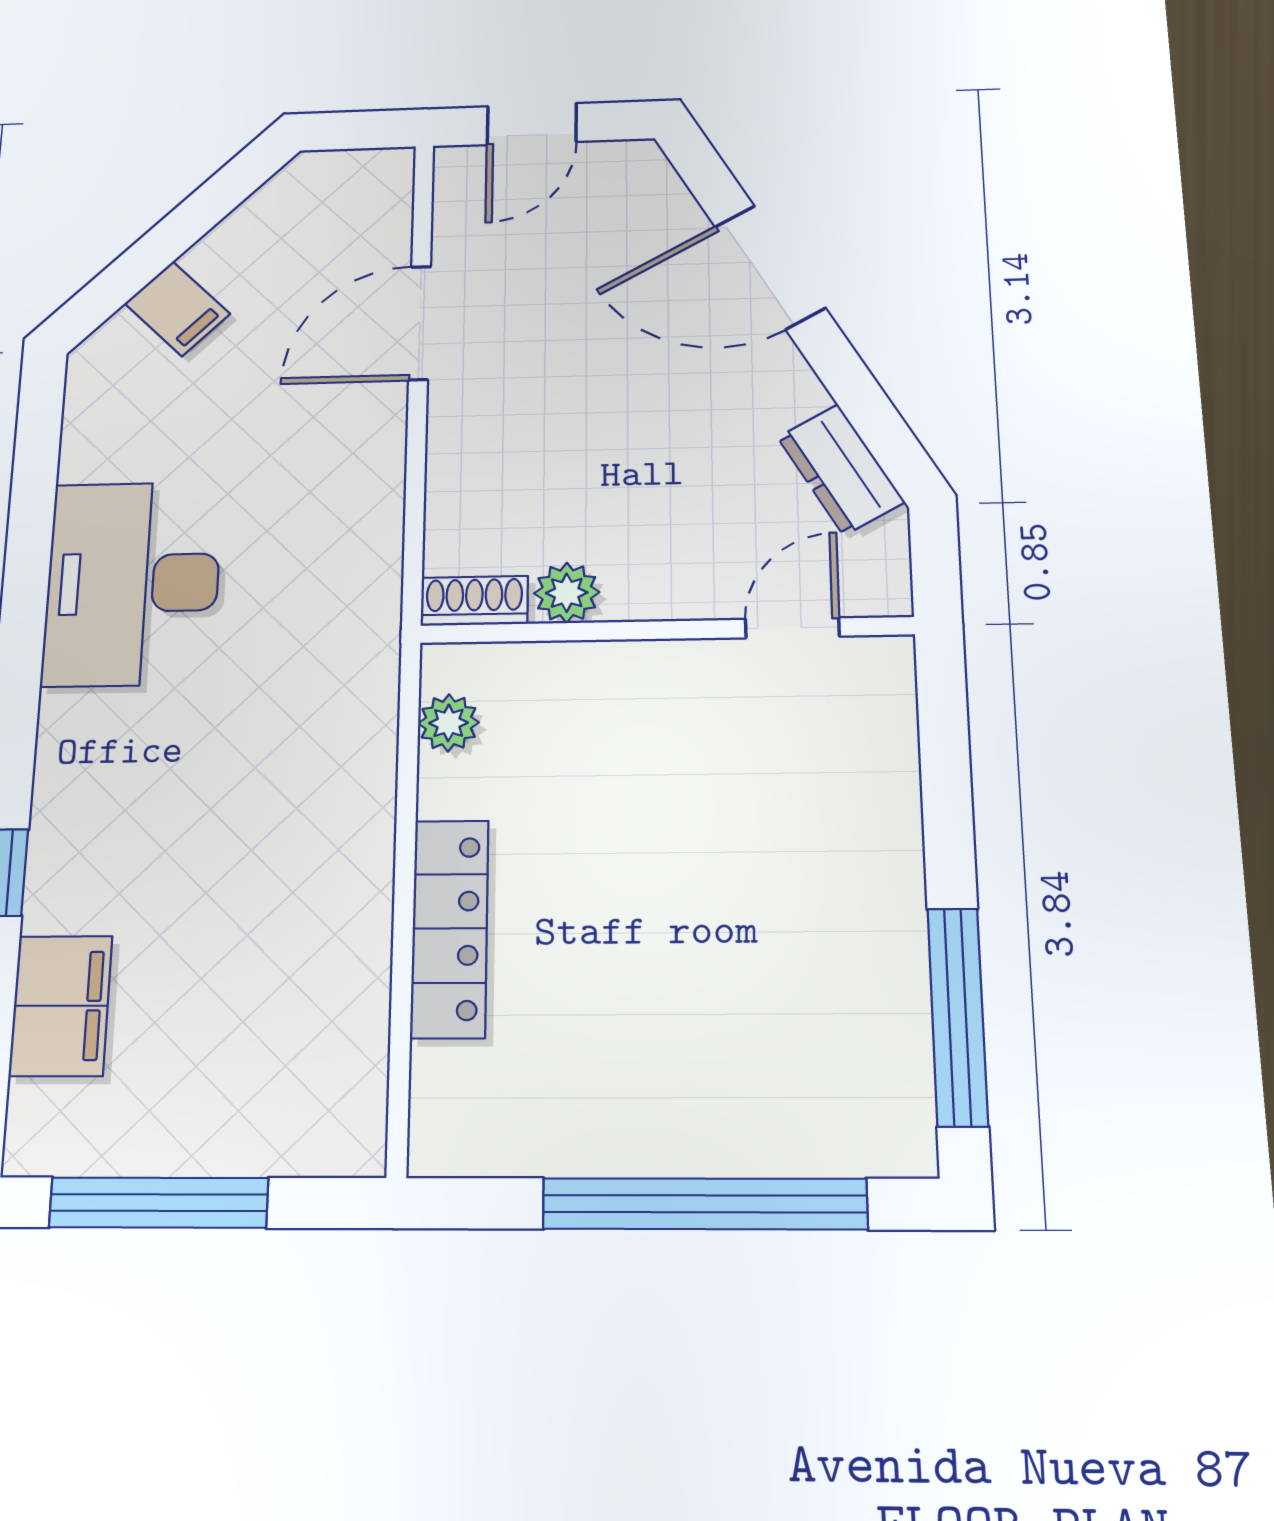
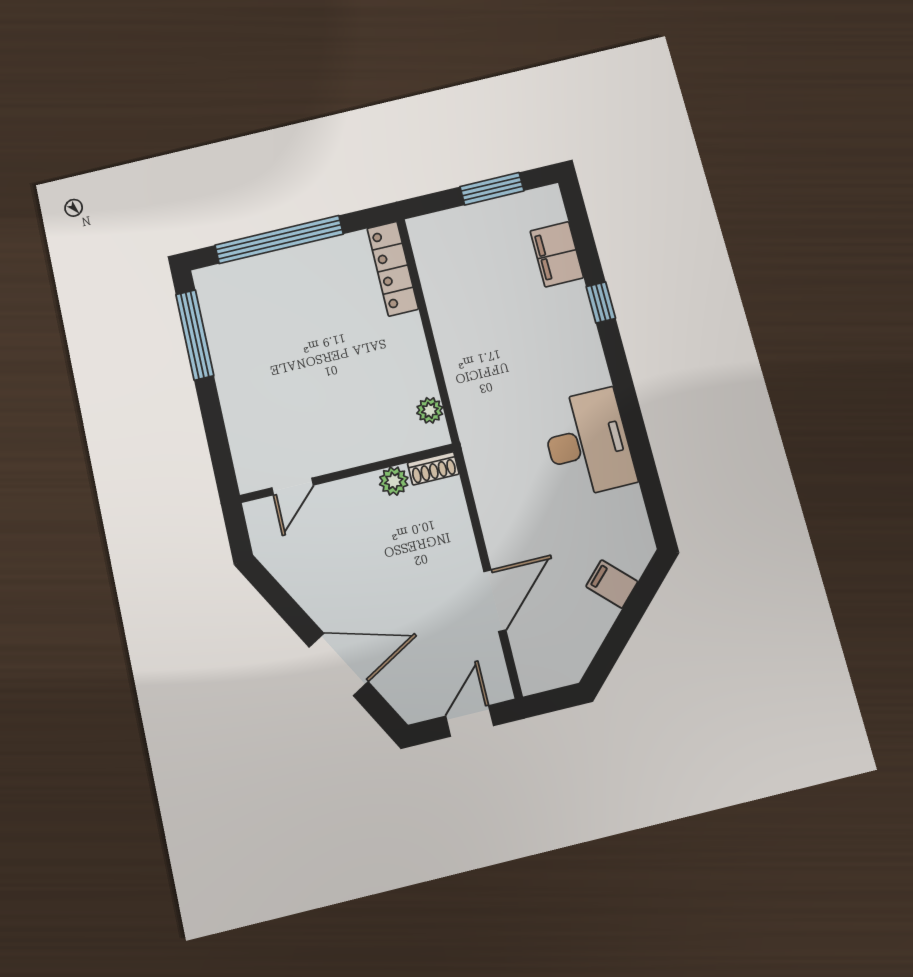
dresser: (841, 469) -> (286, 567), removed
locker: (450, 928) -> (393, 269), moved
window: (159, 1203) -> (492, 189), width x0.69

